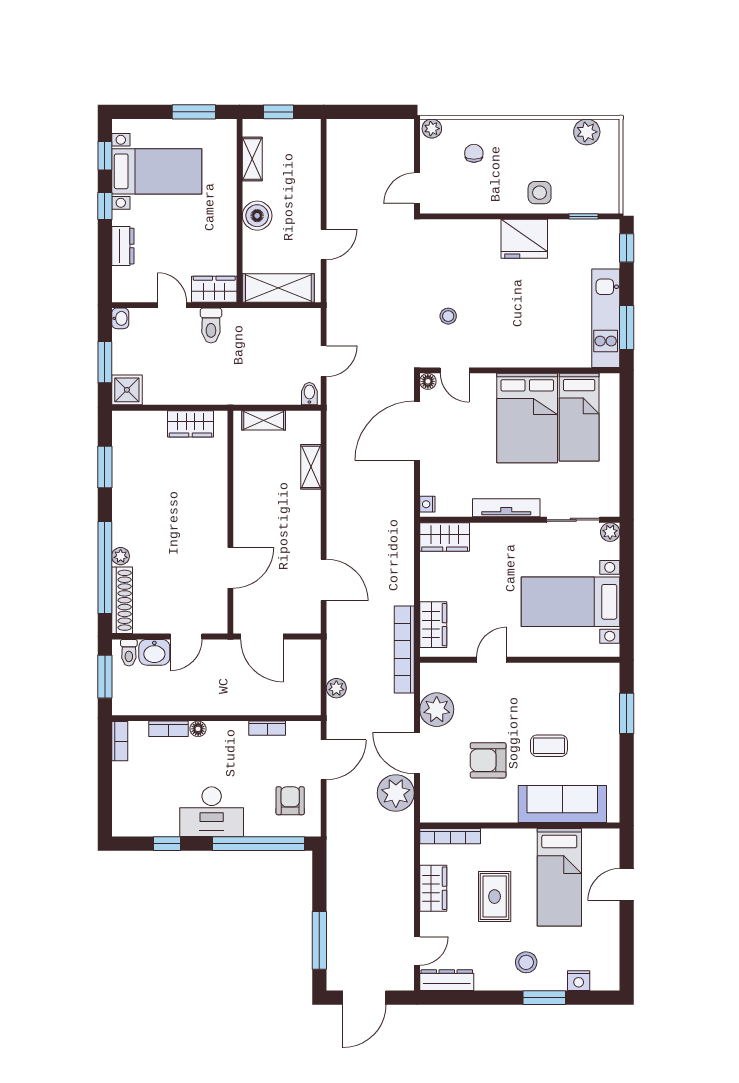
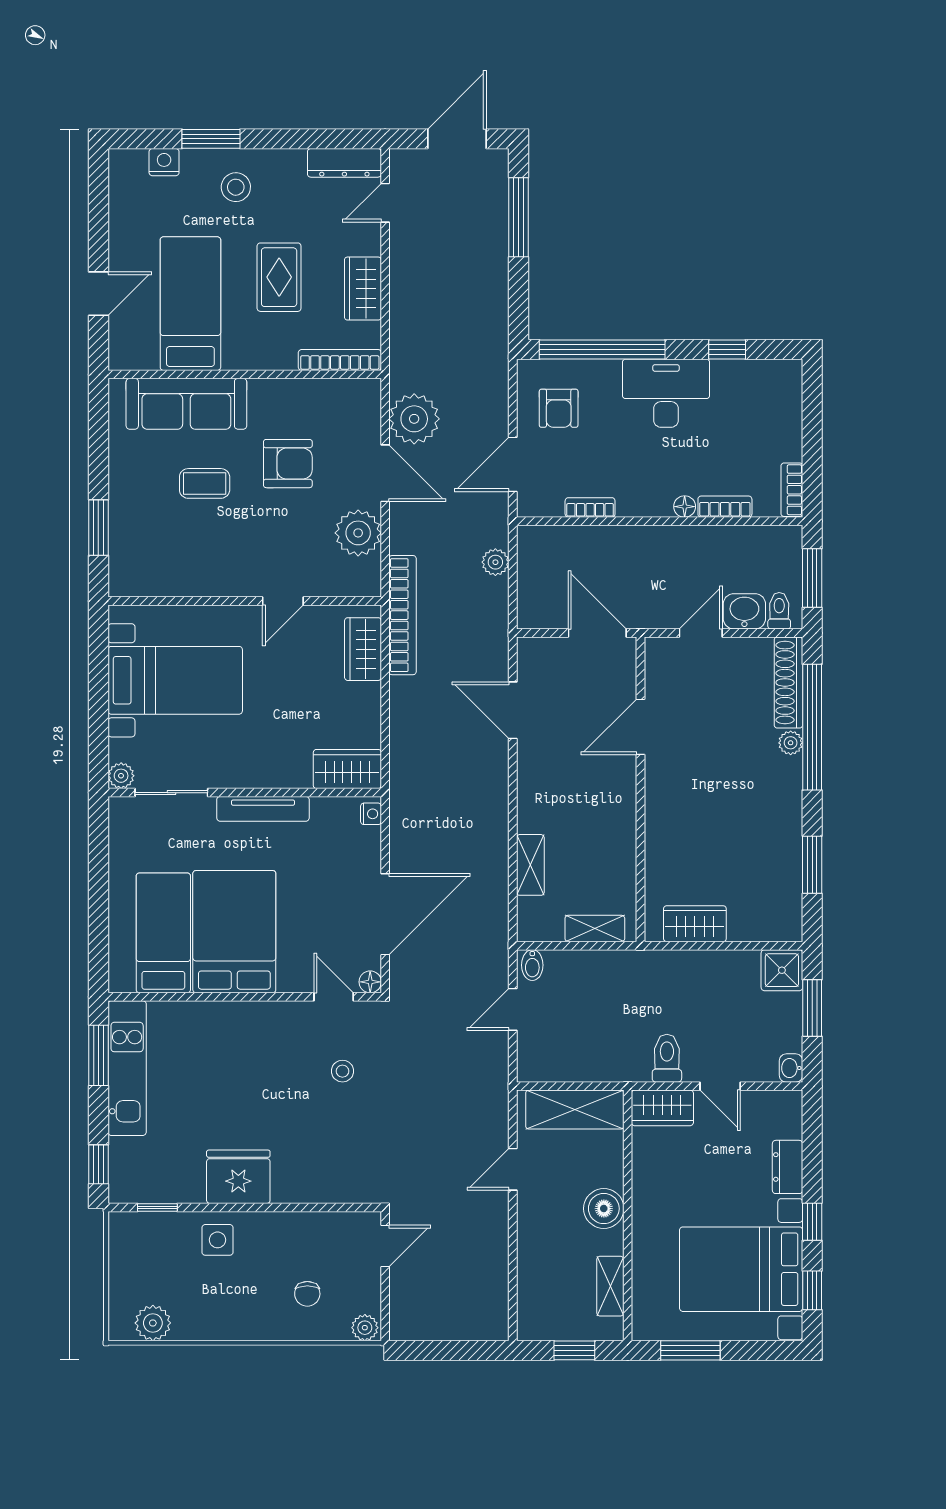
bed with nightstands: (157, 171) -> (741, 1269), width x1.36

